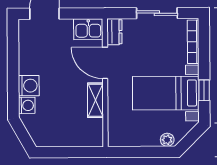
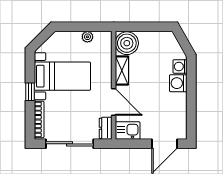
sliding door: (157, 13) -> (70, 144), width x1.37
window: (204, 90) -> (30, 92), moved
boiler: (90, 133) -> (127, 43), added
plant: (167, 140) -> (87, 37), moved

